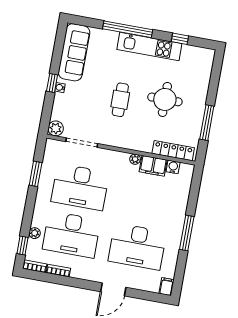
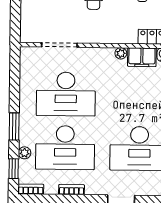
plant: (56, 128) -> (28, 34), removed
window: (36, 174) -> (14, 126), moved
bookcase: (58, 271) -> (71, 190), moved

